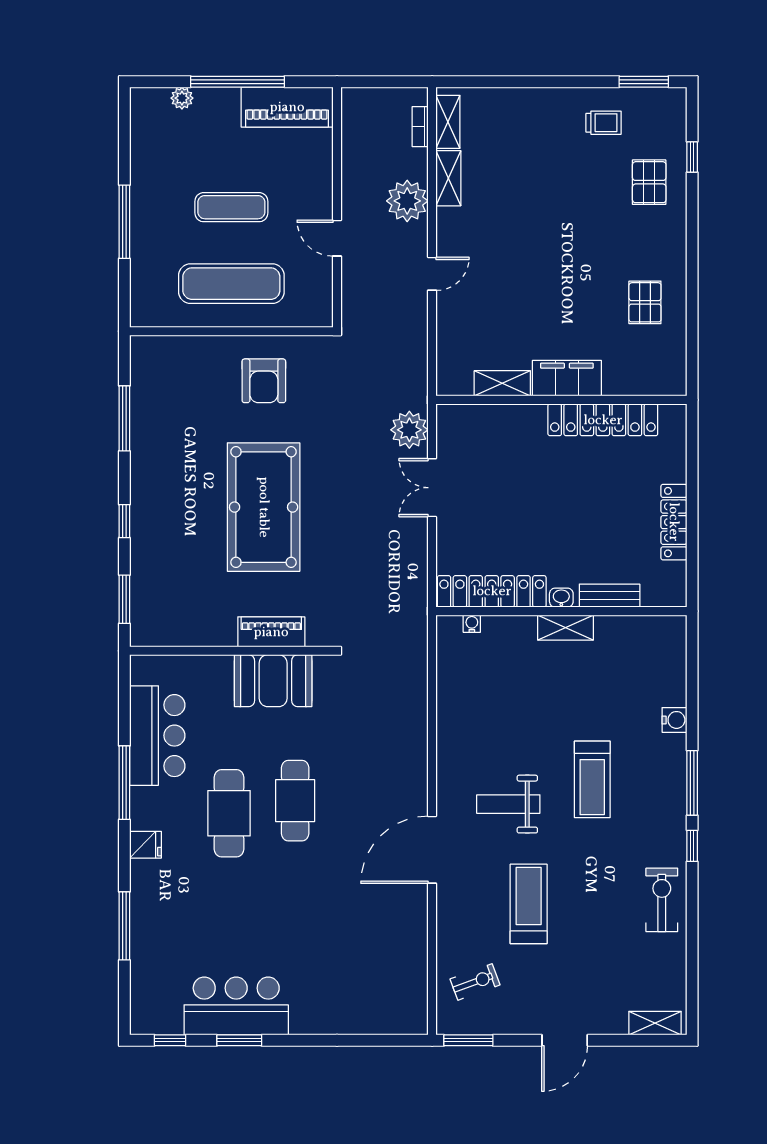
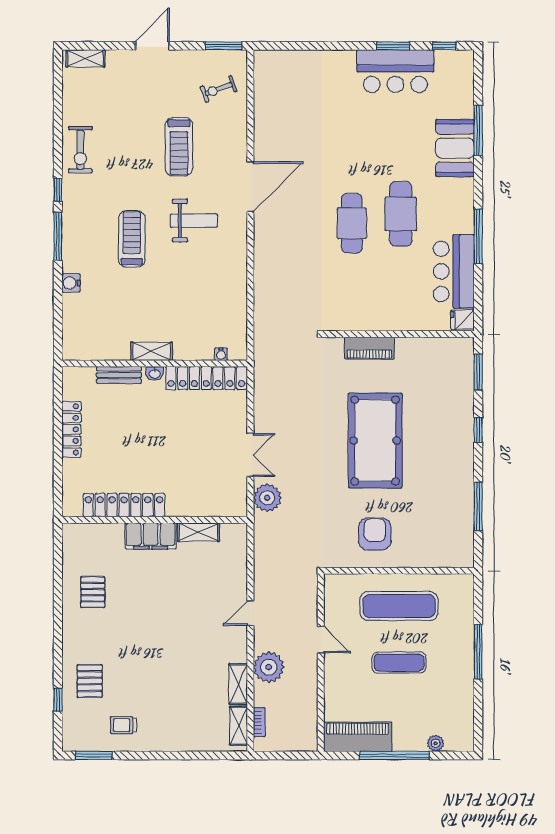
booth: (273, 681) -> (455, 148), moved, turned 90
fridge: (146, 845) -> (462, 320), moved

